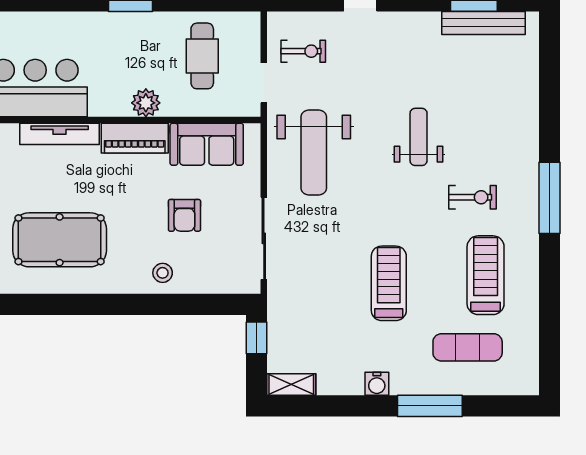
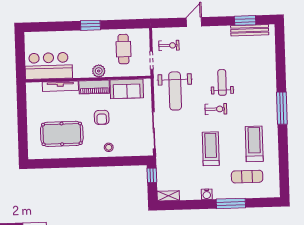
exercise bike: (473, 197) -> (216, 109), moved
armchair: (184, 215) -> (102, 117), moved

